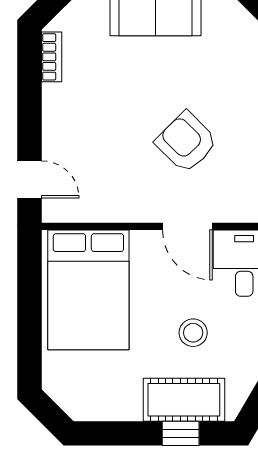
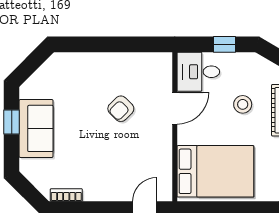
armchair: (186, 142) -> (121, 109), width x0.72, depth x0.72

